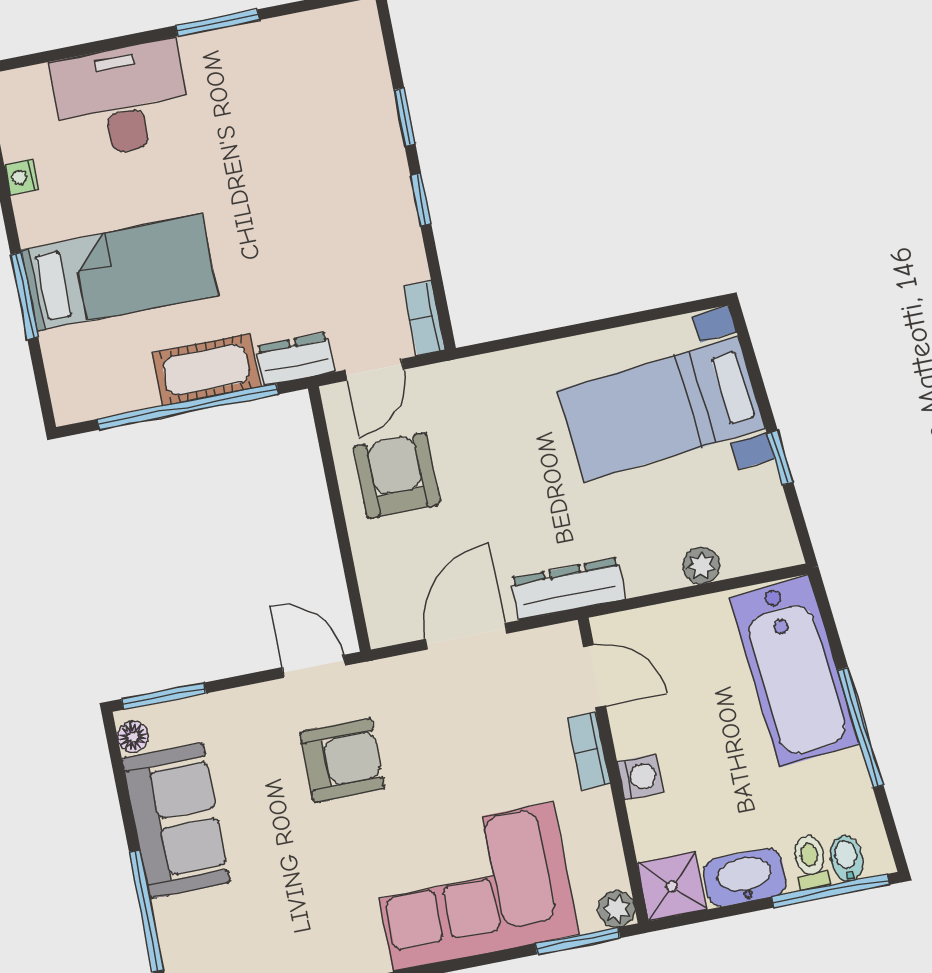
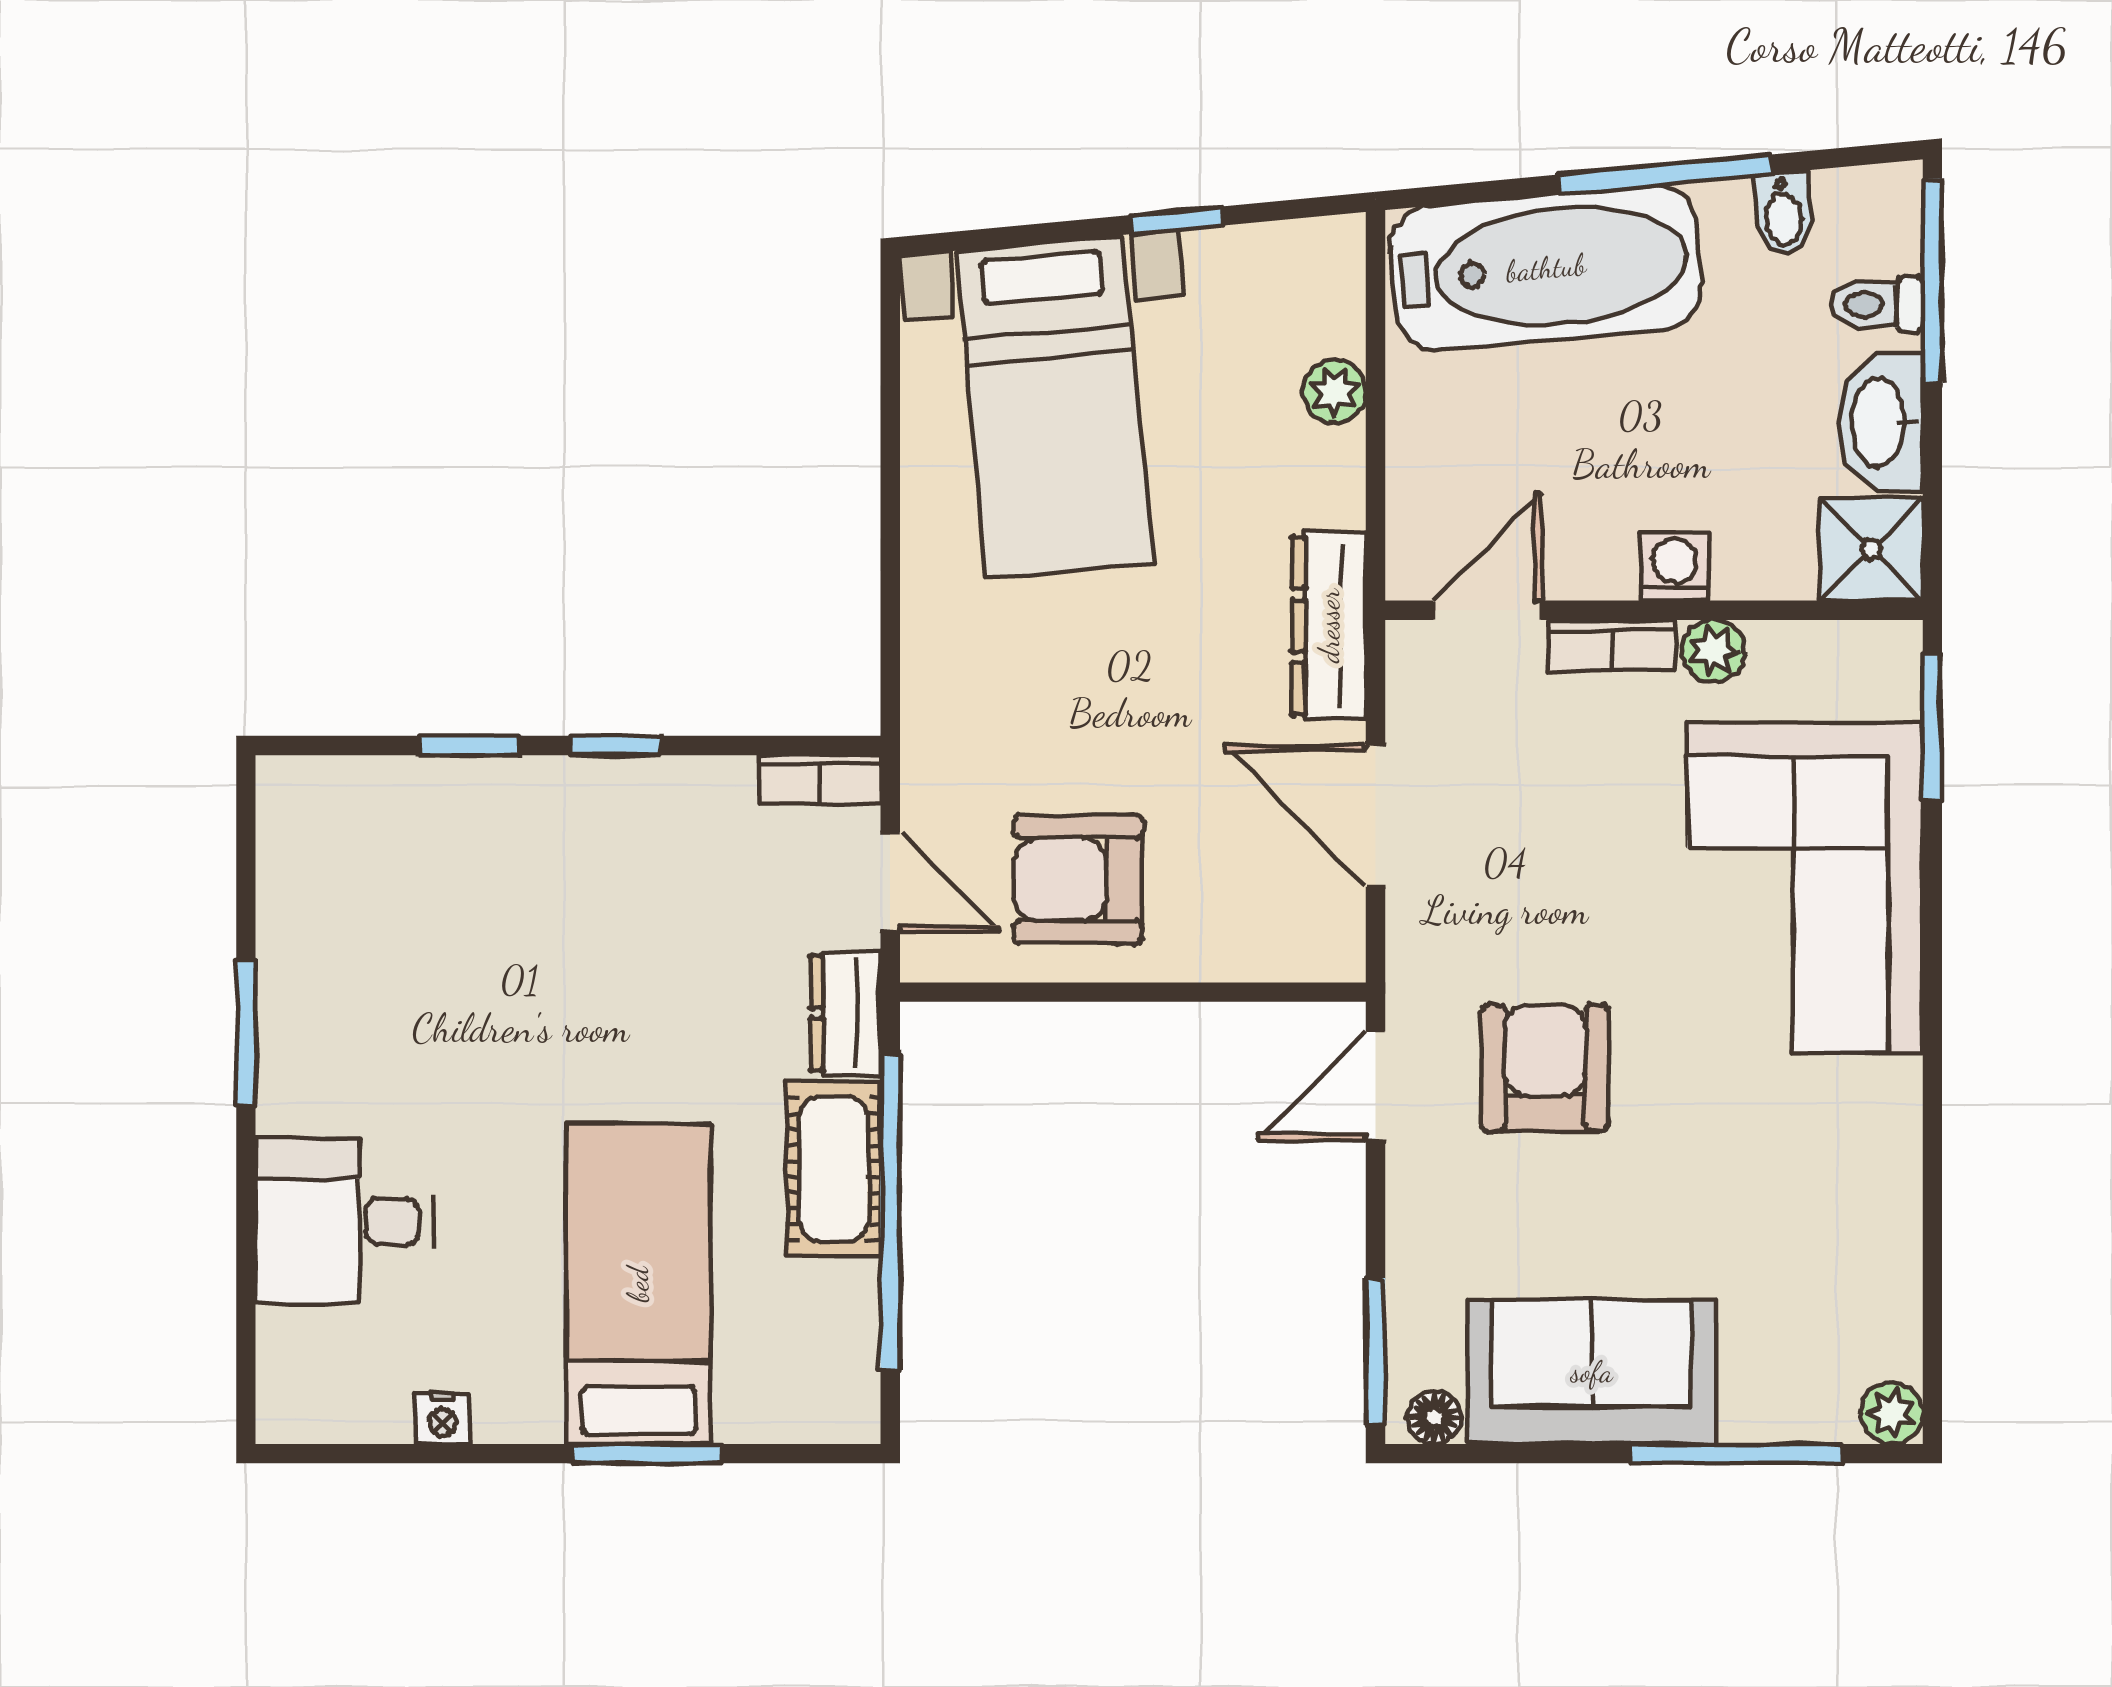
desk: (122, 100) -> (344, 1221), width x0.73
bidet: (846, 858) -> (1784, 213), moved, turned -95
plant: (617, 909) -> (1713, 651), moved

